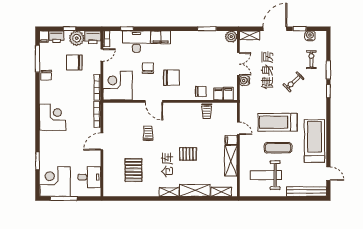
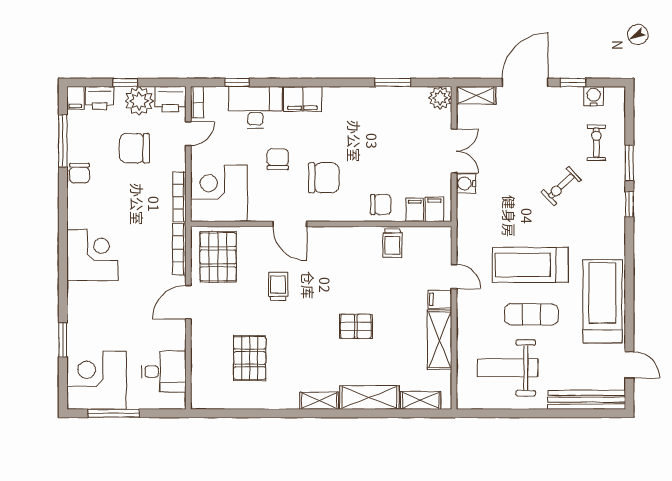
pallet: (117, 118) -> (218, 257), added

